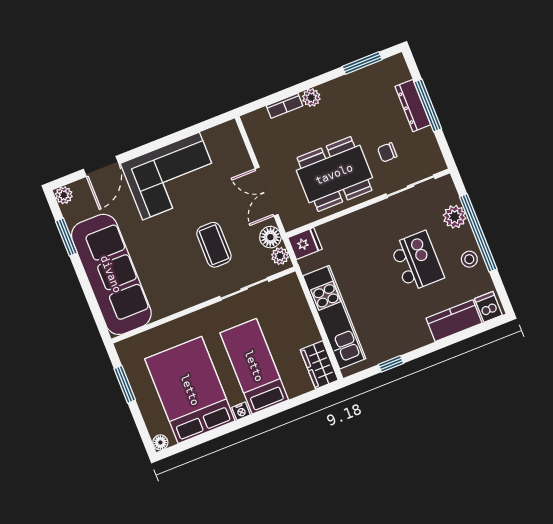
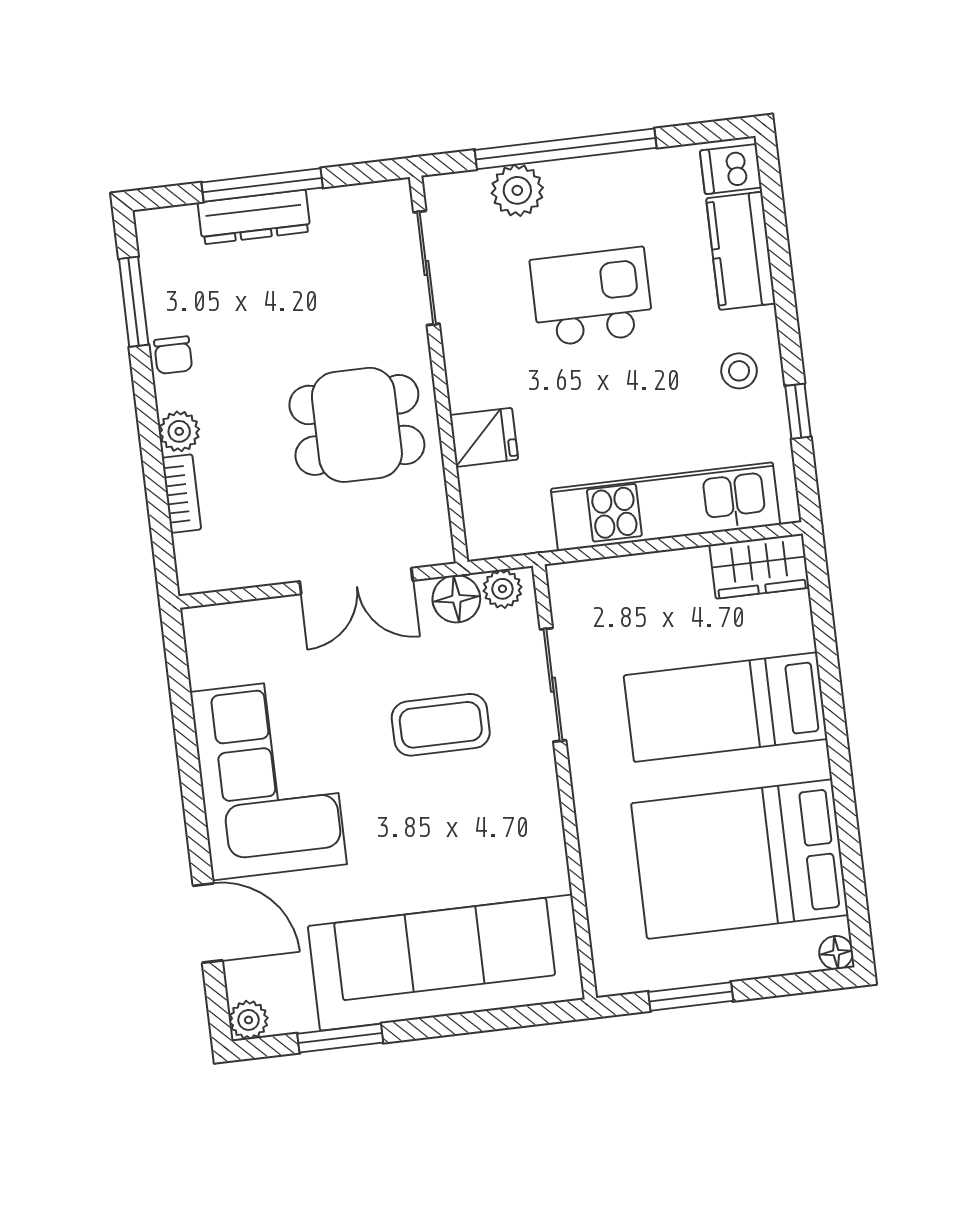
chair: (387, 152) -> (173, 355), moved
dining table: (334, 174) -> (357, 425), width x0.73
fridge: (305, 243) -> (484, 437), moved, turned 90
stool: (469, 259) -> (739, 371), moved
nightstand: (241, 411) -> (815, 761), removed

